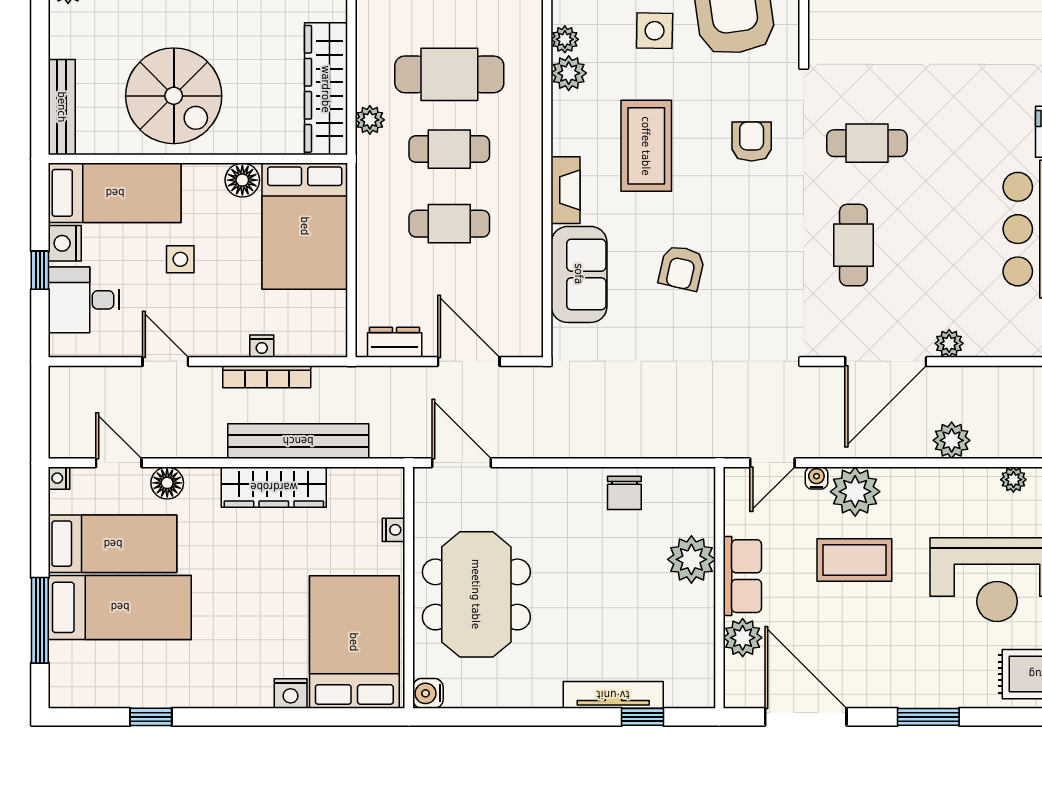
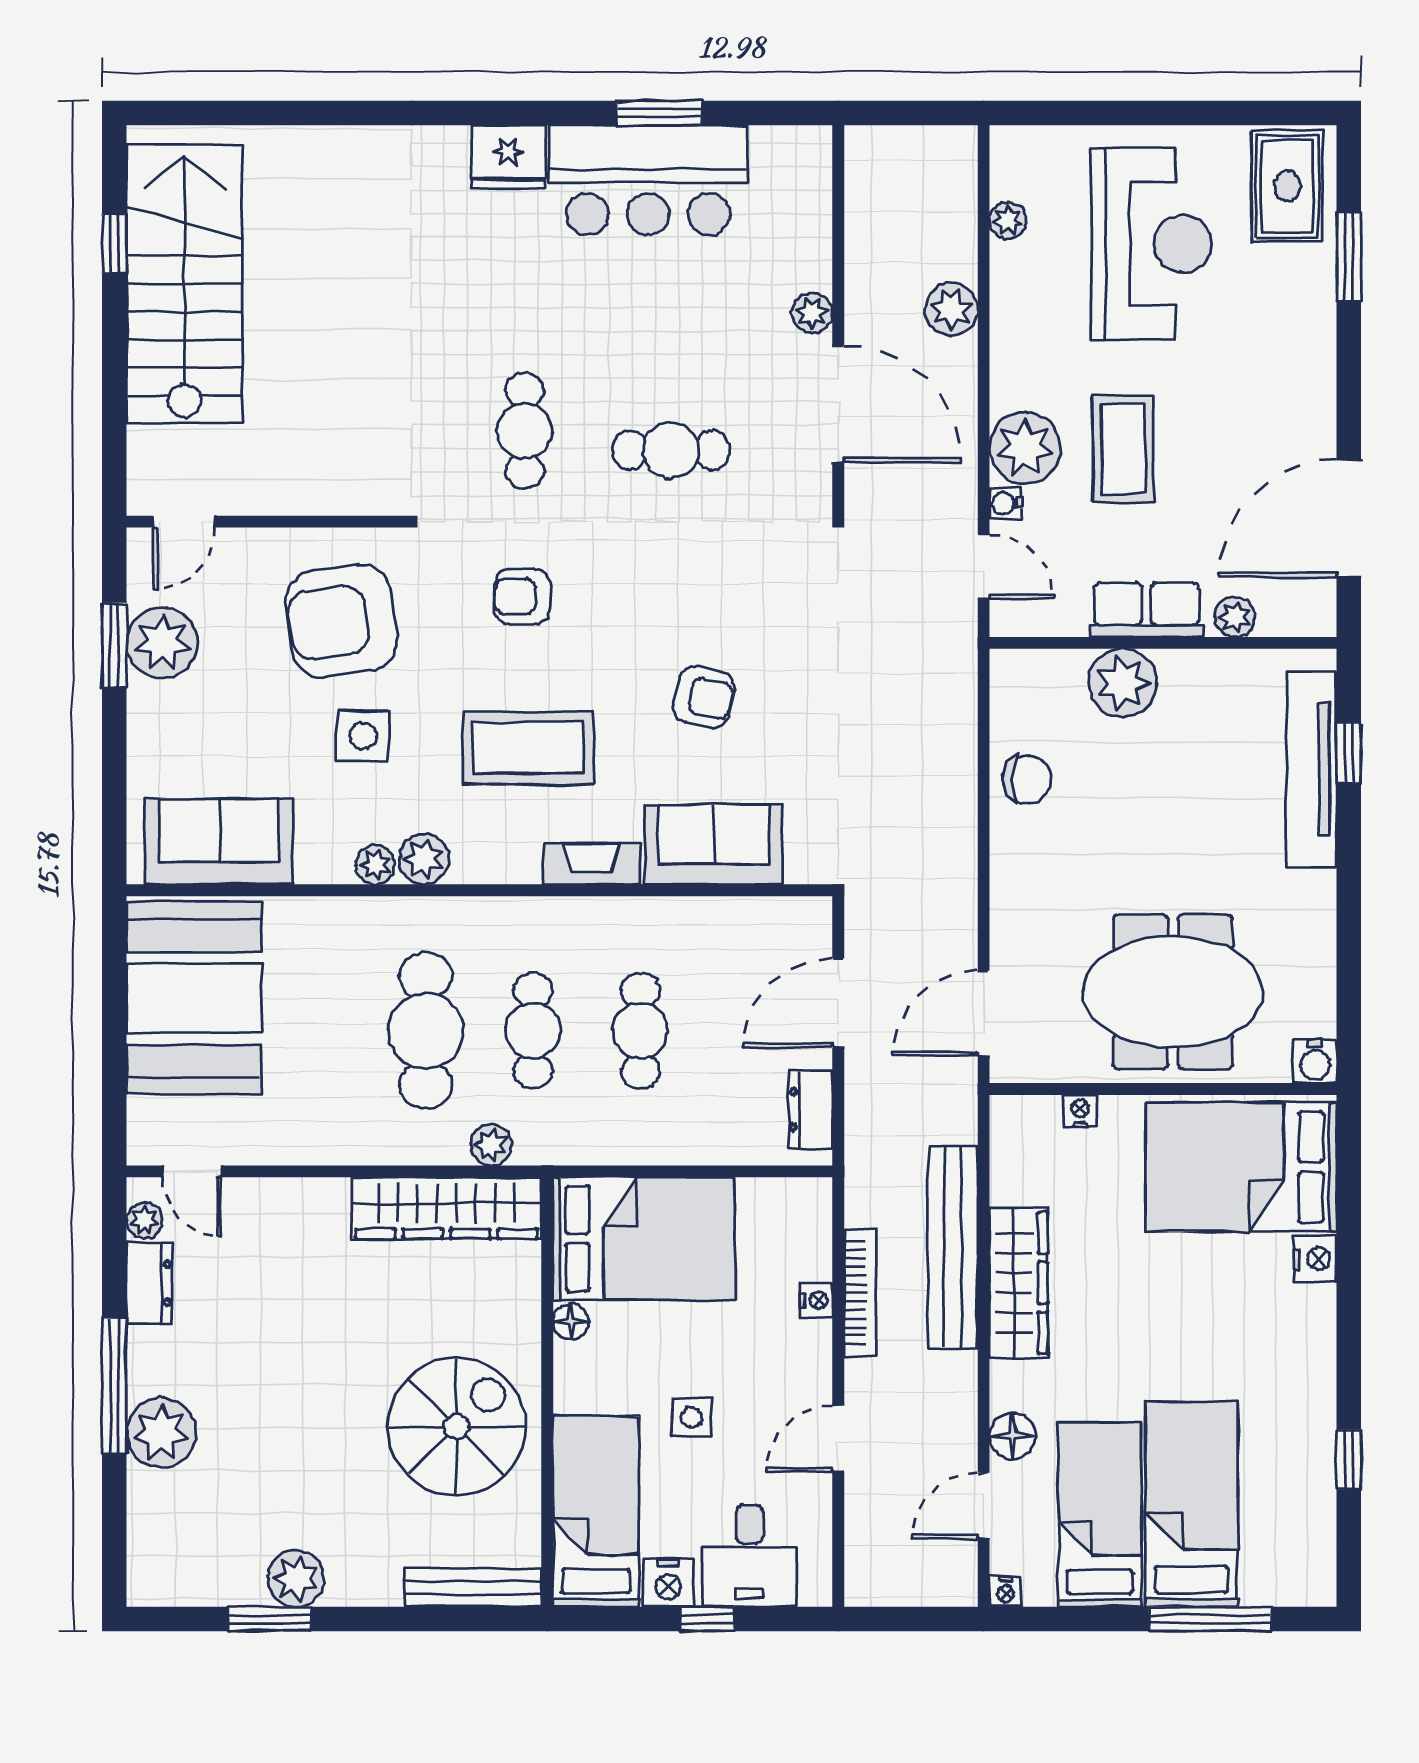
floor lamp: (242, 180) -> (571, 1322), width x0.73, depth x0.73
plant: (743, 638) -> (1235, 617), width x0.73, depth x0.73
tv unit: (613, 695) -> (1312, 769), width x1.36, depth x1.29
window: (928, 717) -> (1349, 257), moved

